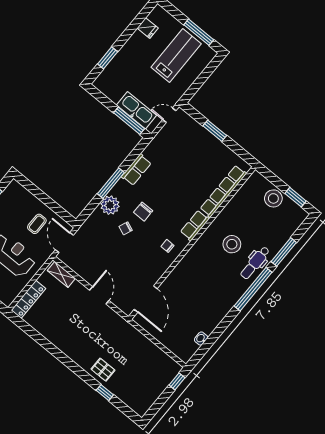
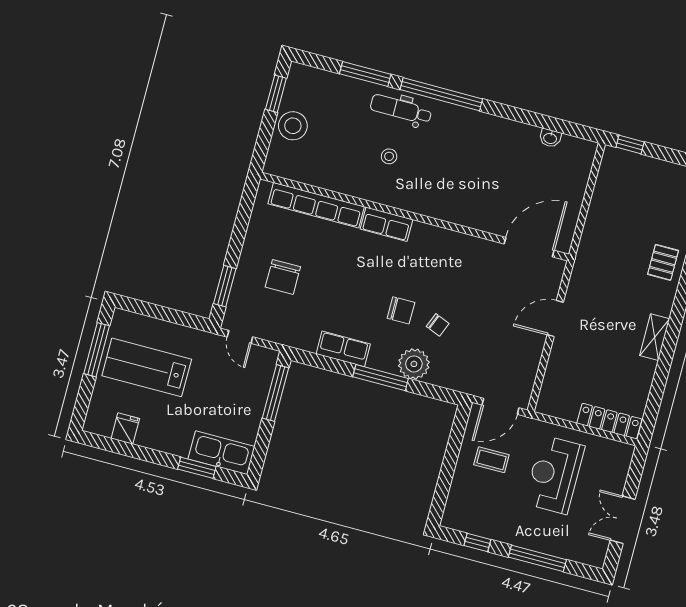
kitchen sink: (137, 110) -> (221, 453), moved, turned 90
window: (215, 131) -> (225, 286), moved
stool: (232, 244) -> (389, 156), width x0.53, depth x0.53
chair: (167, 246) -> (283, 277), moved, width x1.87, depth x1.87
dental chair: (255, 263) -> (401, 109), turned 180
shelving: (61, 274) -> (655, 337), moved

